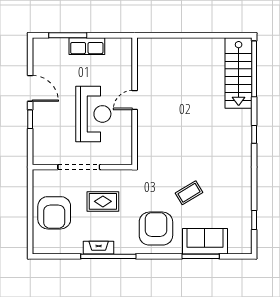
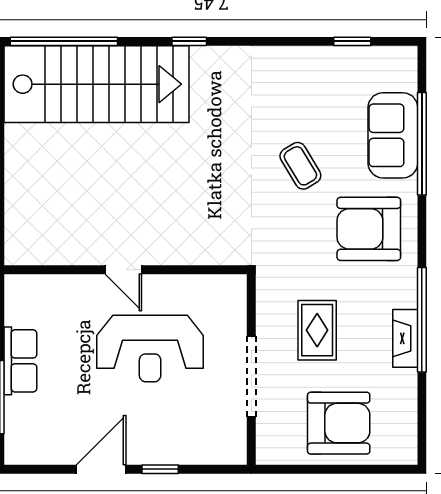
stairs: (239, 73) -> (96, 84), width x1.36, depth x1.51
reception desk: (93, 114) -> (150, 348), turned 180
window: (201, 256) -> (422, 144), width x1.46

